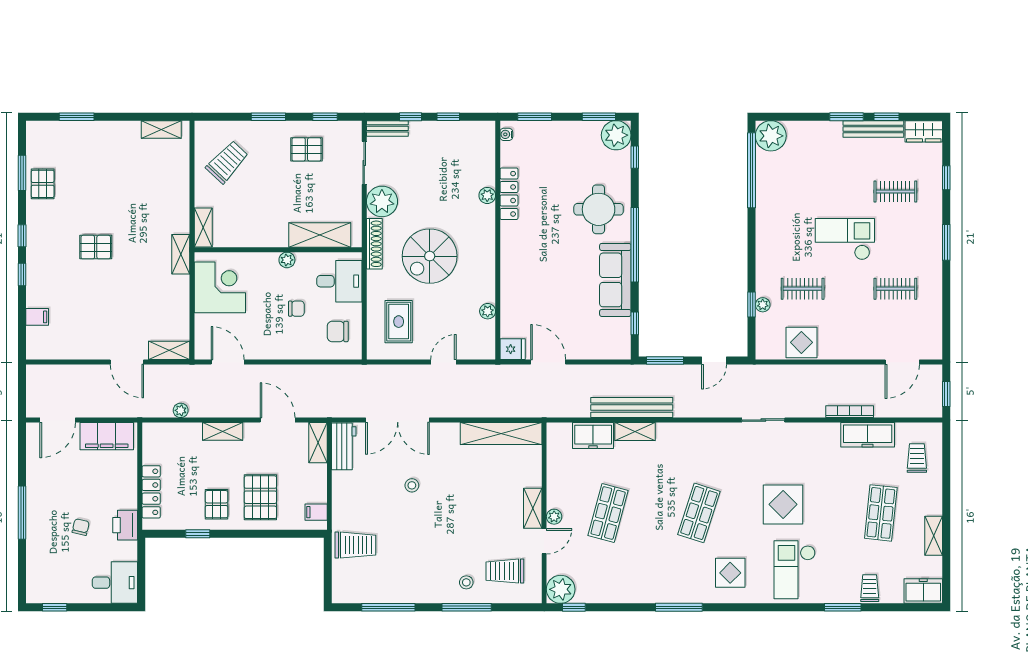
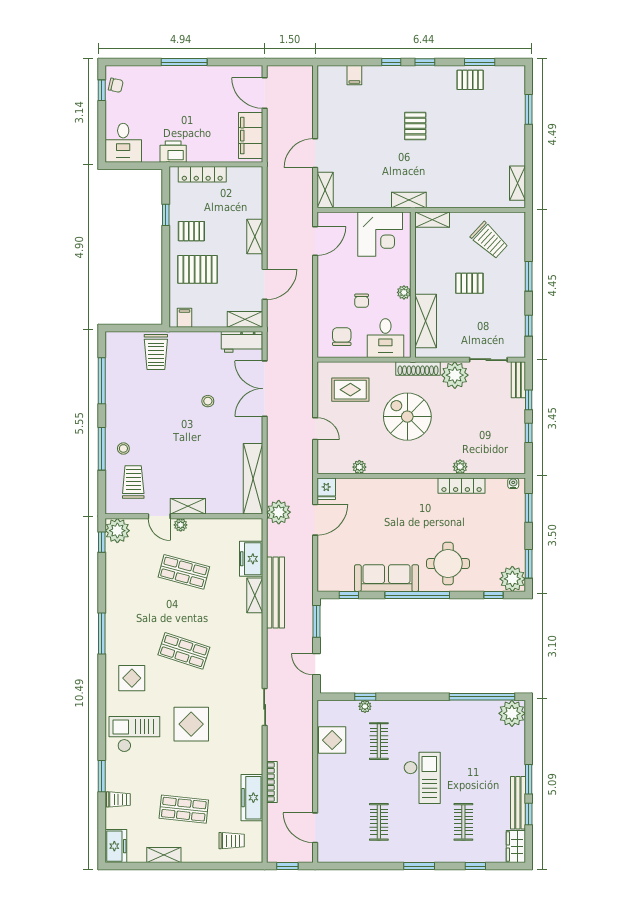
pallet: (306, 149) -> (469, 283), moved, turned 90
plant: (181, 410) -> (279, 512), moved, width x1.88, depth x1.88
chair: (81, 527) -> (116, 85), moved

